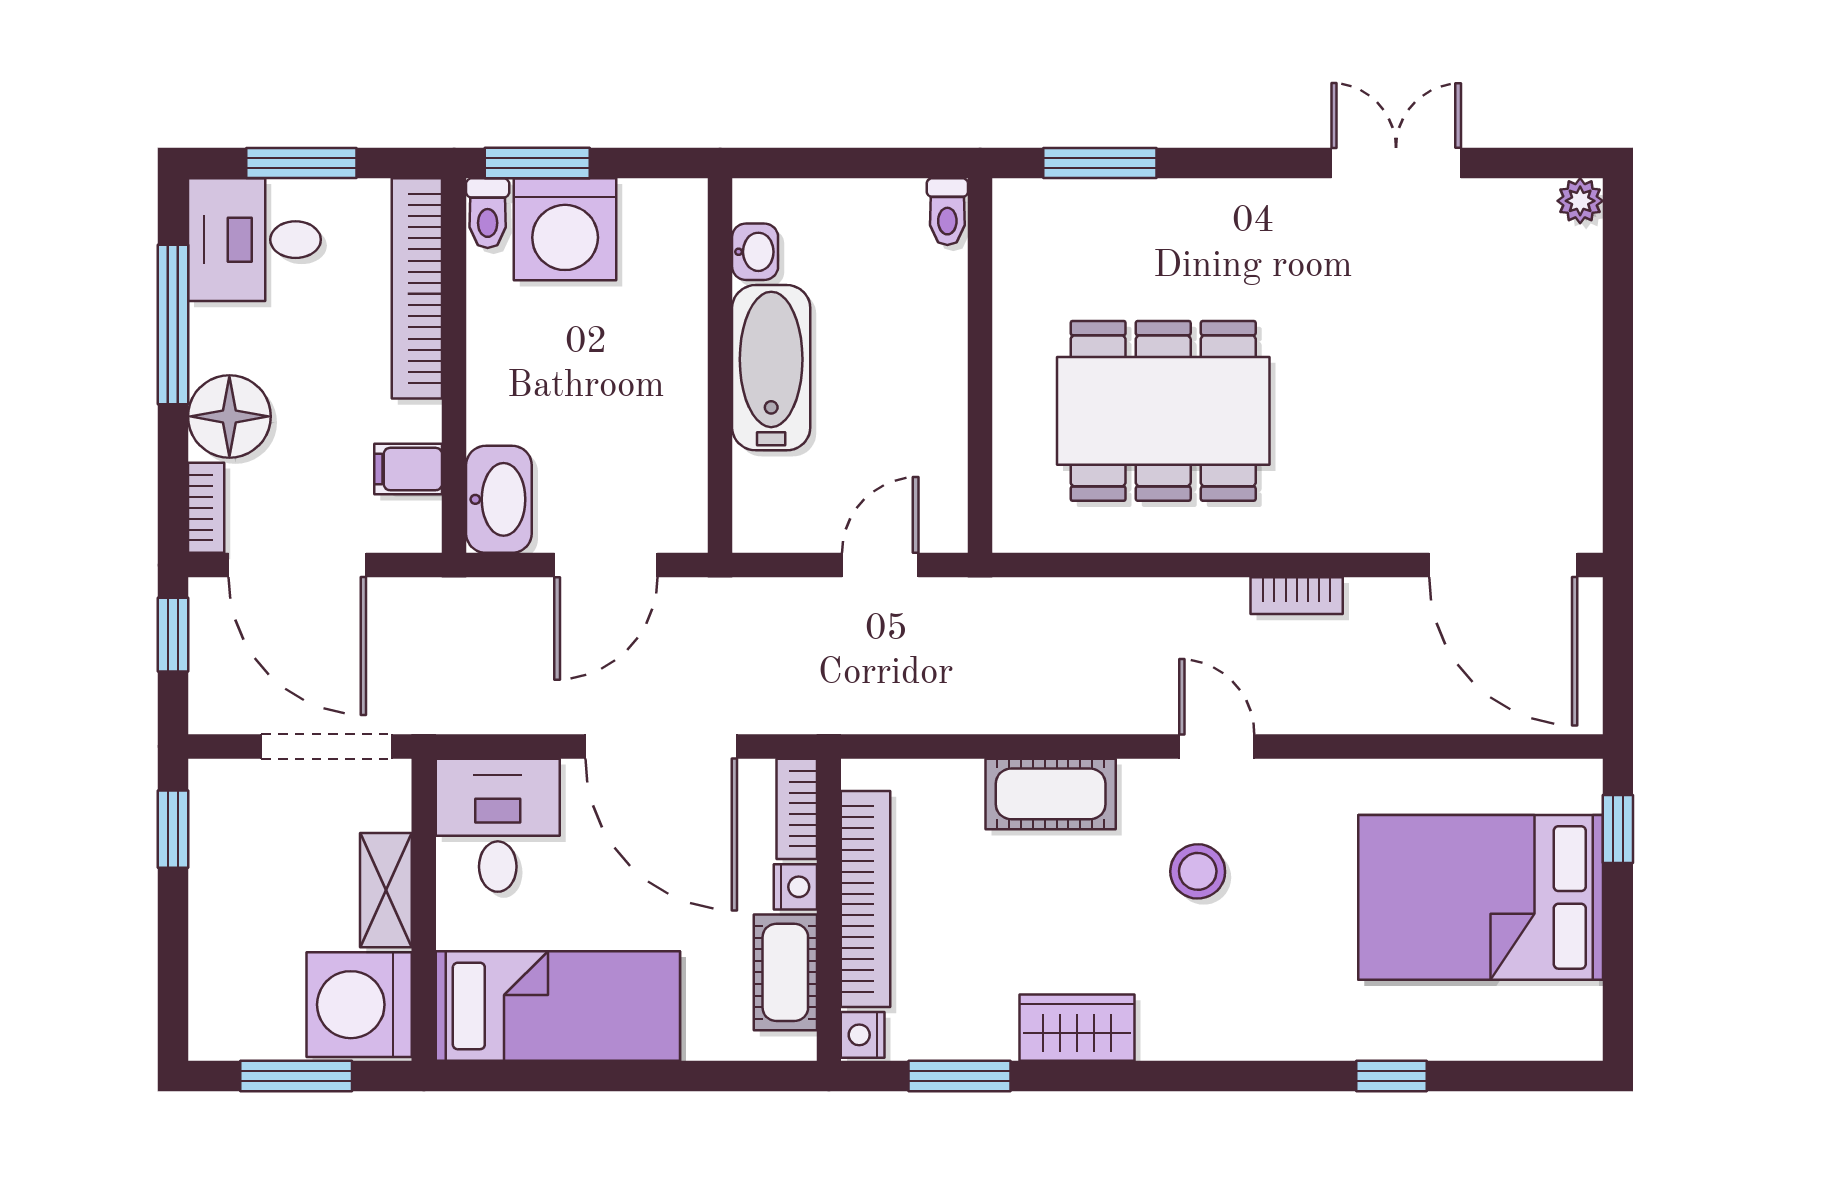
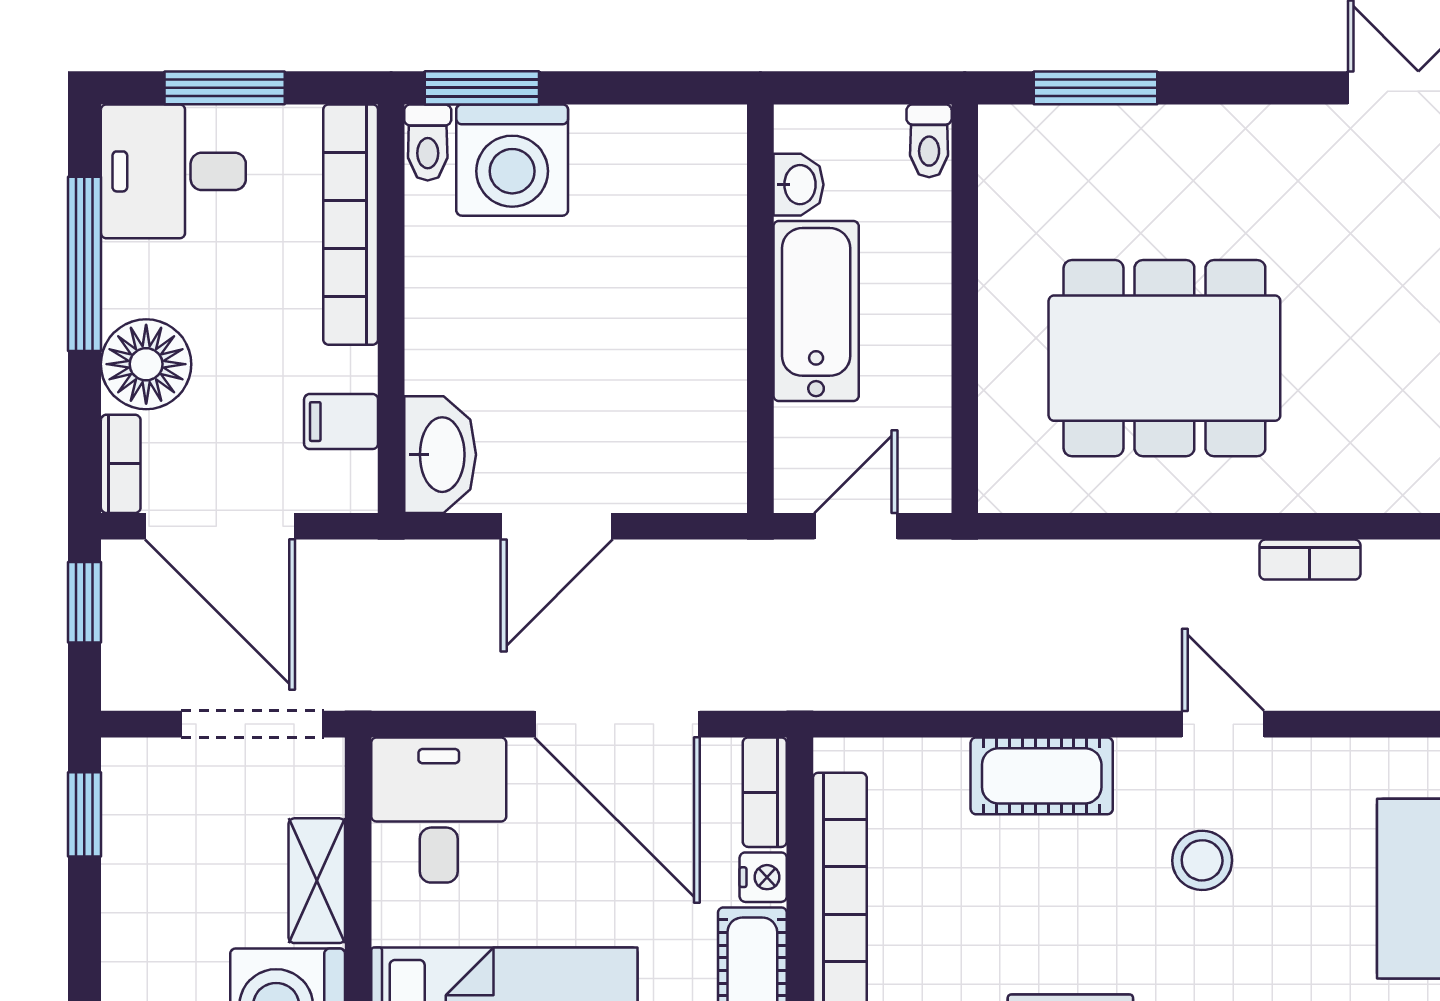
washbasin: (755, 252) -> (798, 185), moved
wall: (720, 366) -> (760, 309), moved
bathtub: (771, 368) -> (816, 311), moved

